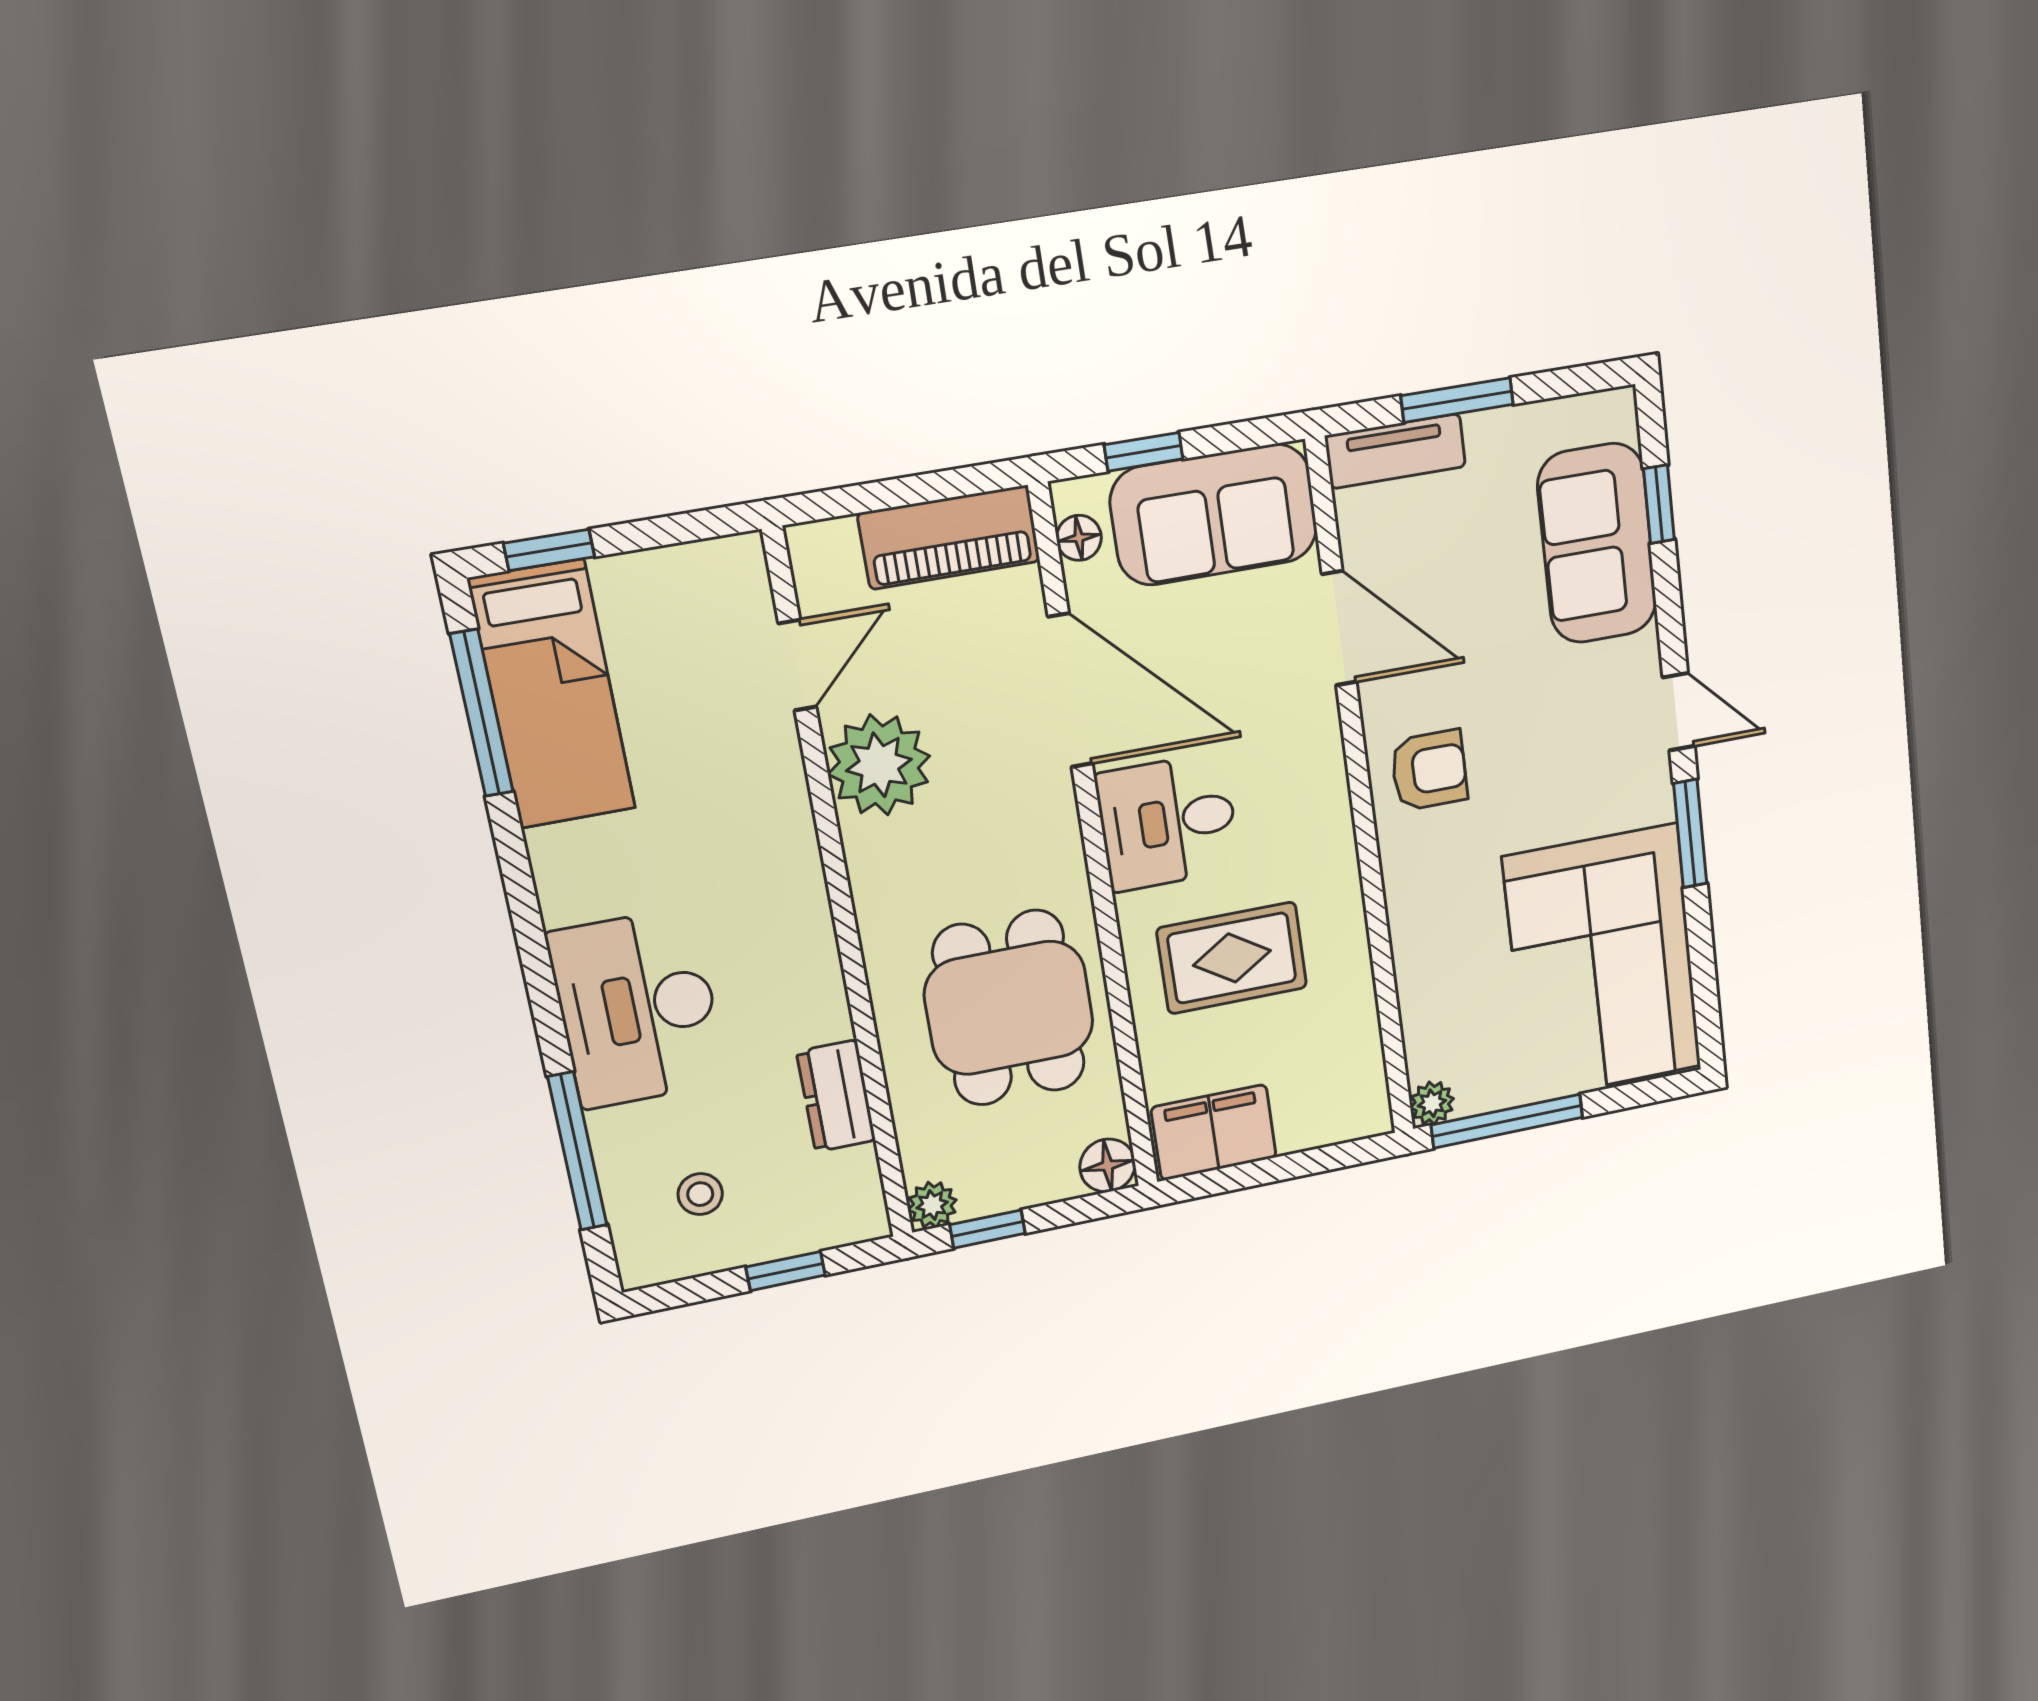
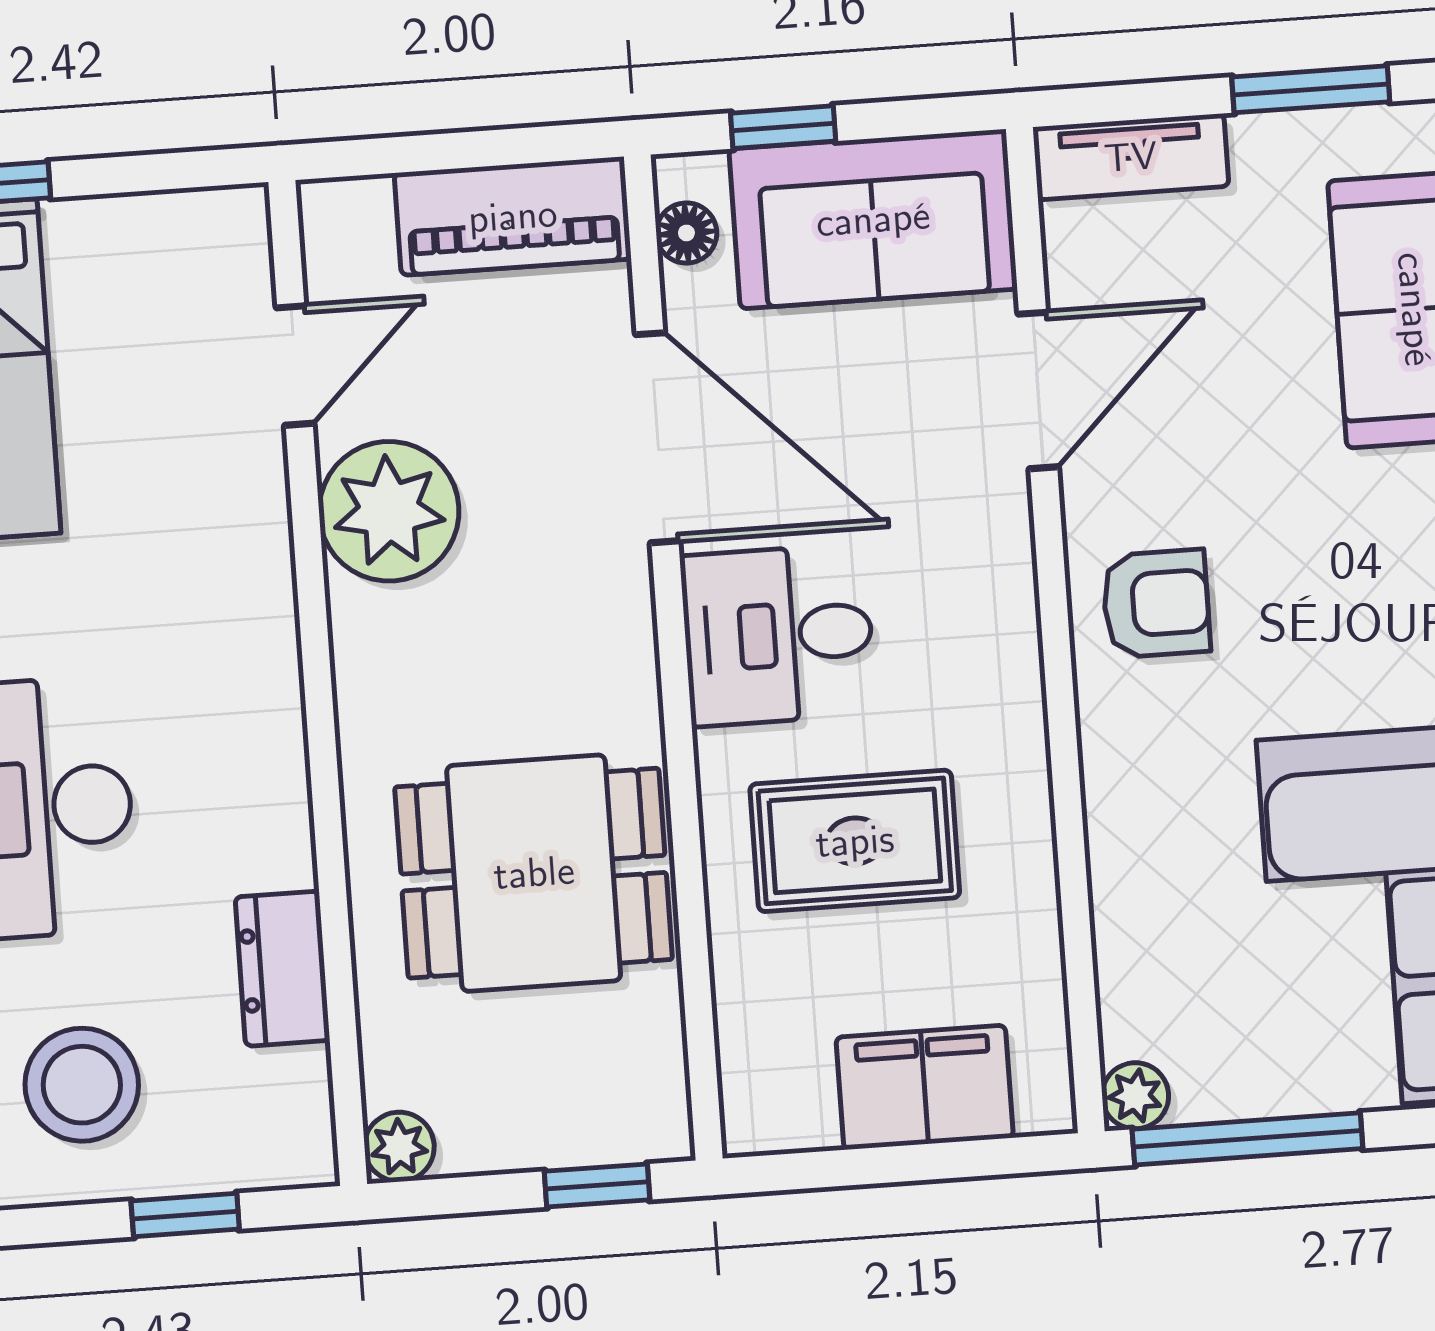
window: (1457, 400) -> (1311, 89), moved
door: (1339, 628) -> (1038, 390), hinge flipped
dining table: (1009, 1008) -> (534, 873), turned 90
filing cabinet: (1214, 1132) -> (925, 1087), moved
floor lamp: (1108, 1165) -> (653, 1124), removed
stool: (700, 1194) -> (82, 1085), width x1.89, depth x1.89
window: (987, 1229) -> (597, 1185), moved

